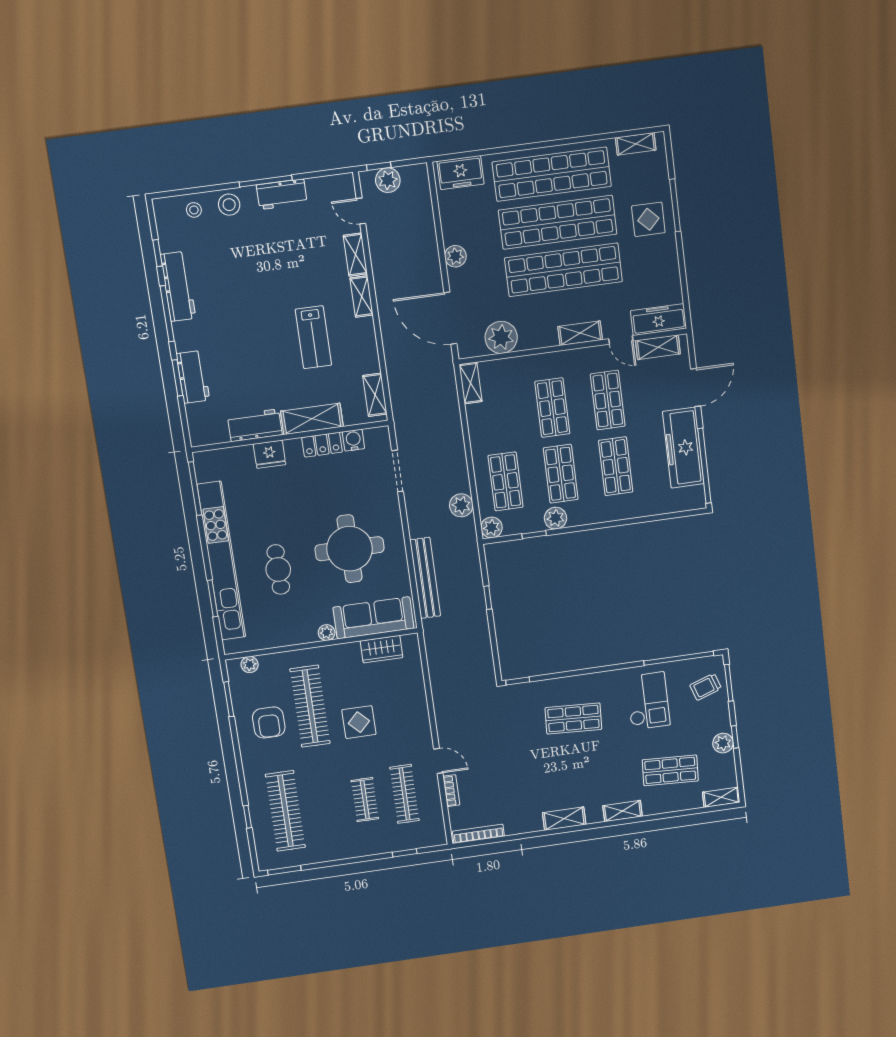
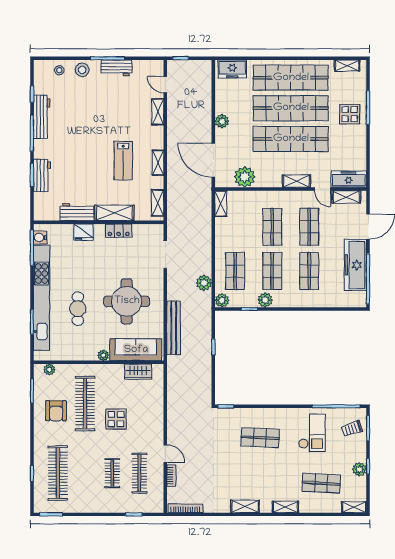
plant: (388, 180) -> (185, 68), removed
shelving: (362, 296) -> (158, 163), moved
water cooler: (353, 440) -> (40, 237), moved, turned -90

